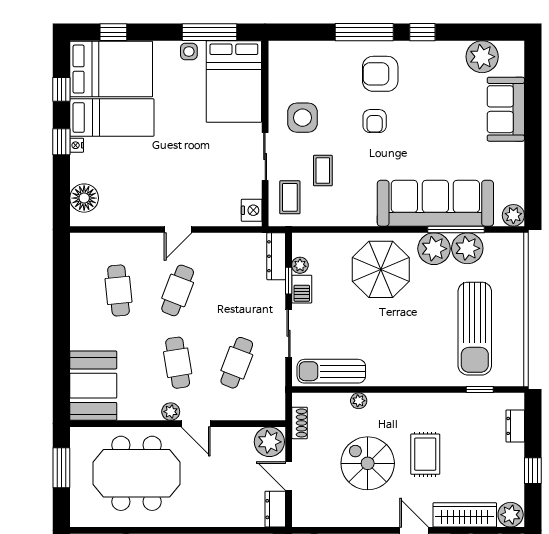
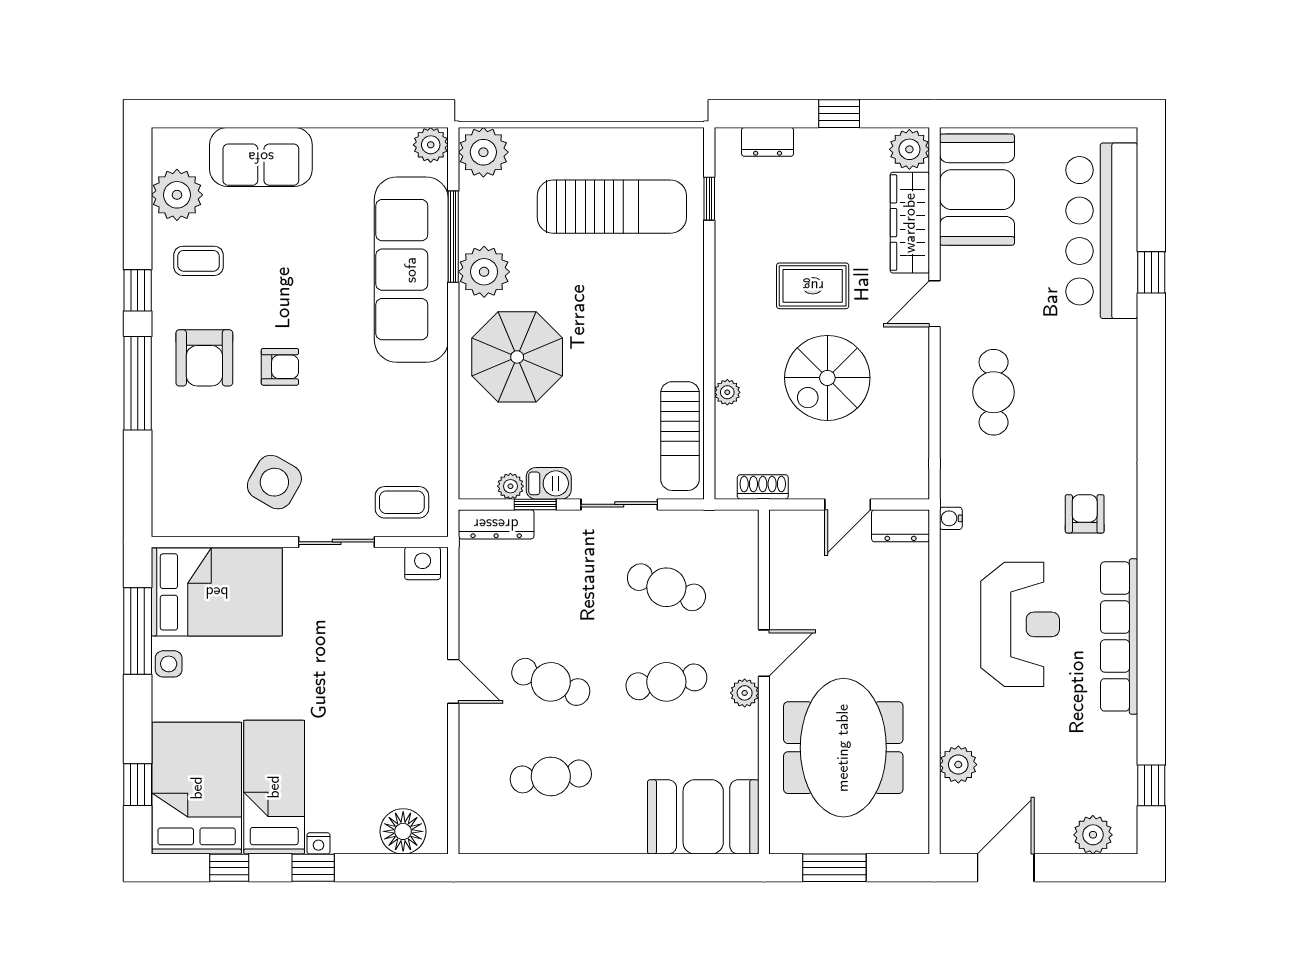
side table: (303, 118) -> (274, 482), turned 30
coffee table: (323, 171) -> (199, 261), moved
plant: (467, 248) -> (483, 152), moved
plant: (269, 442) -> (793, 535), removed

